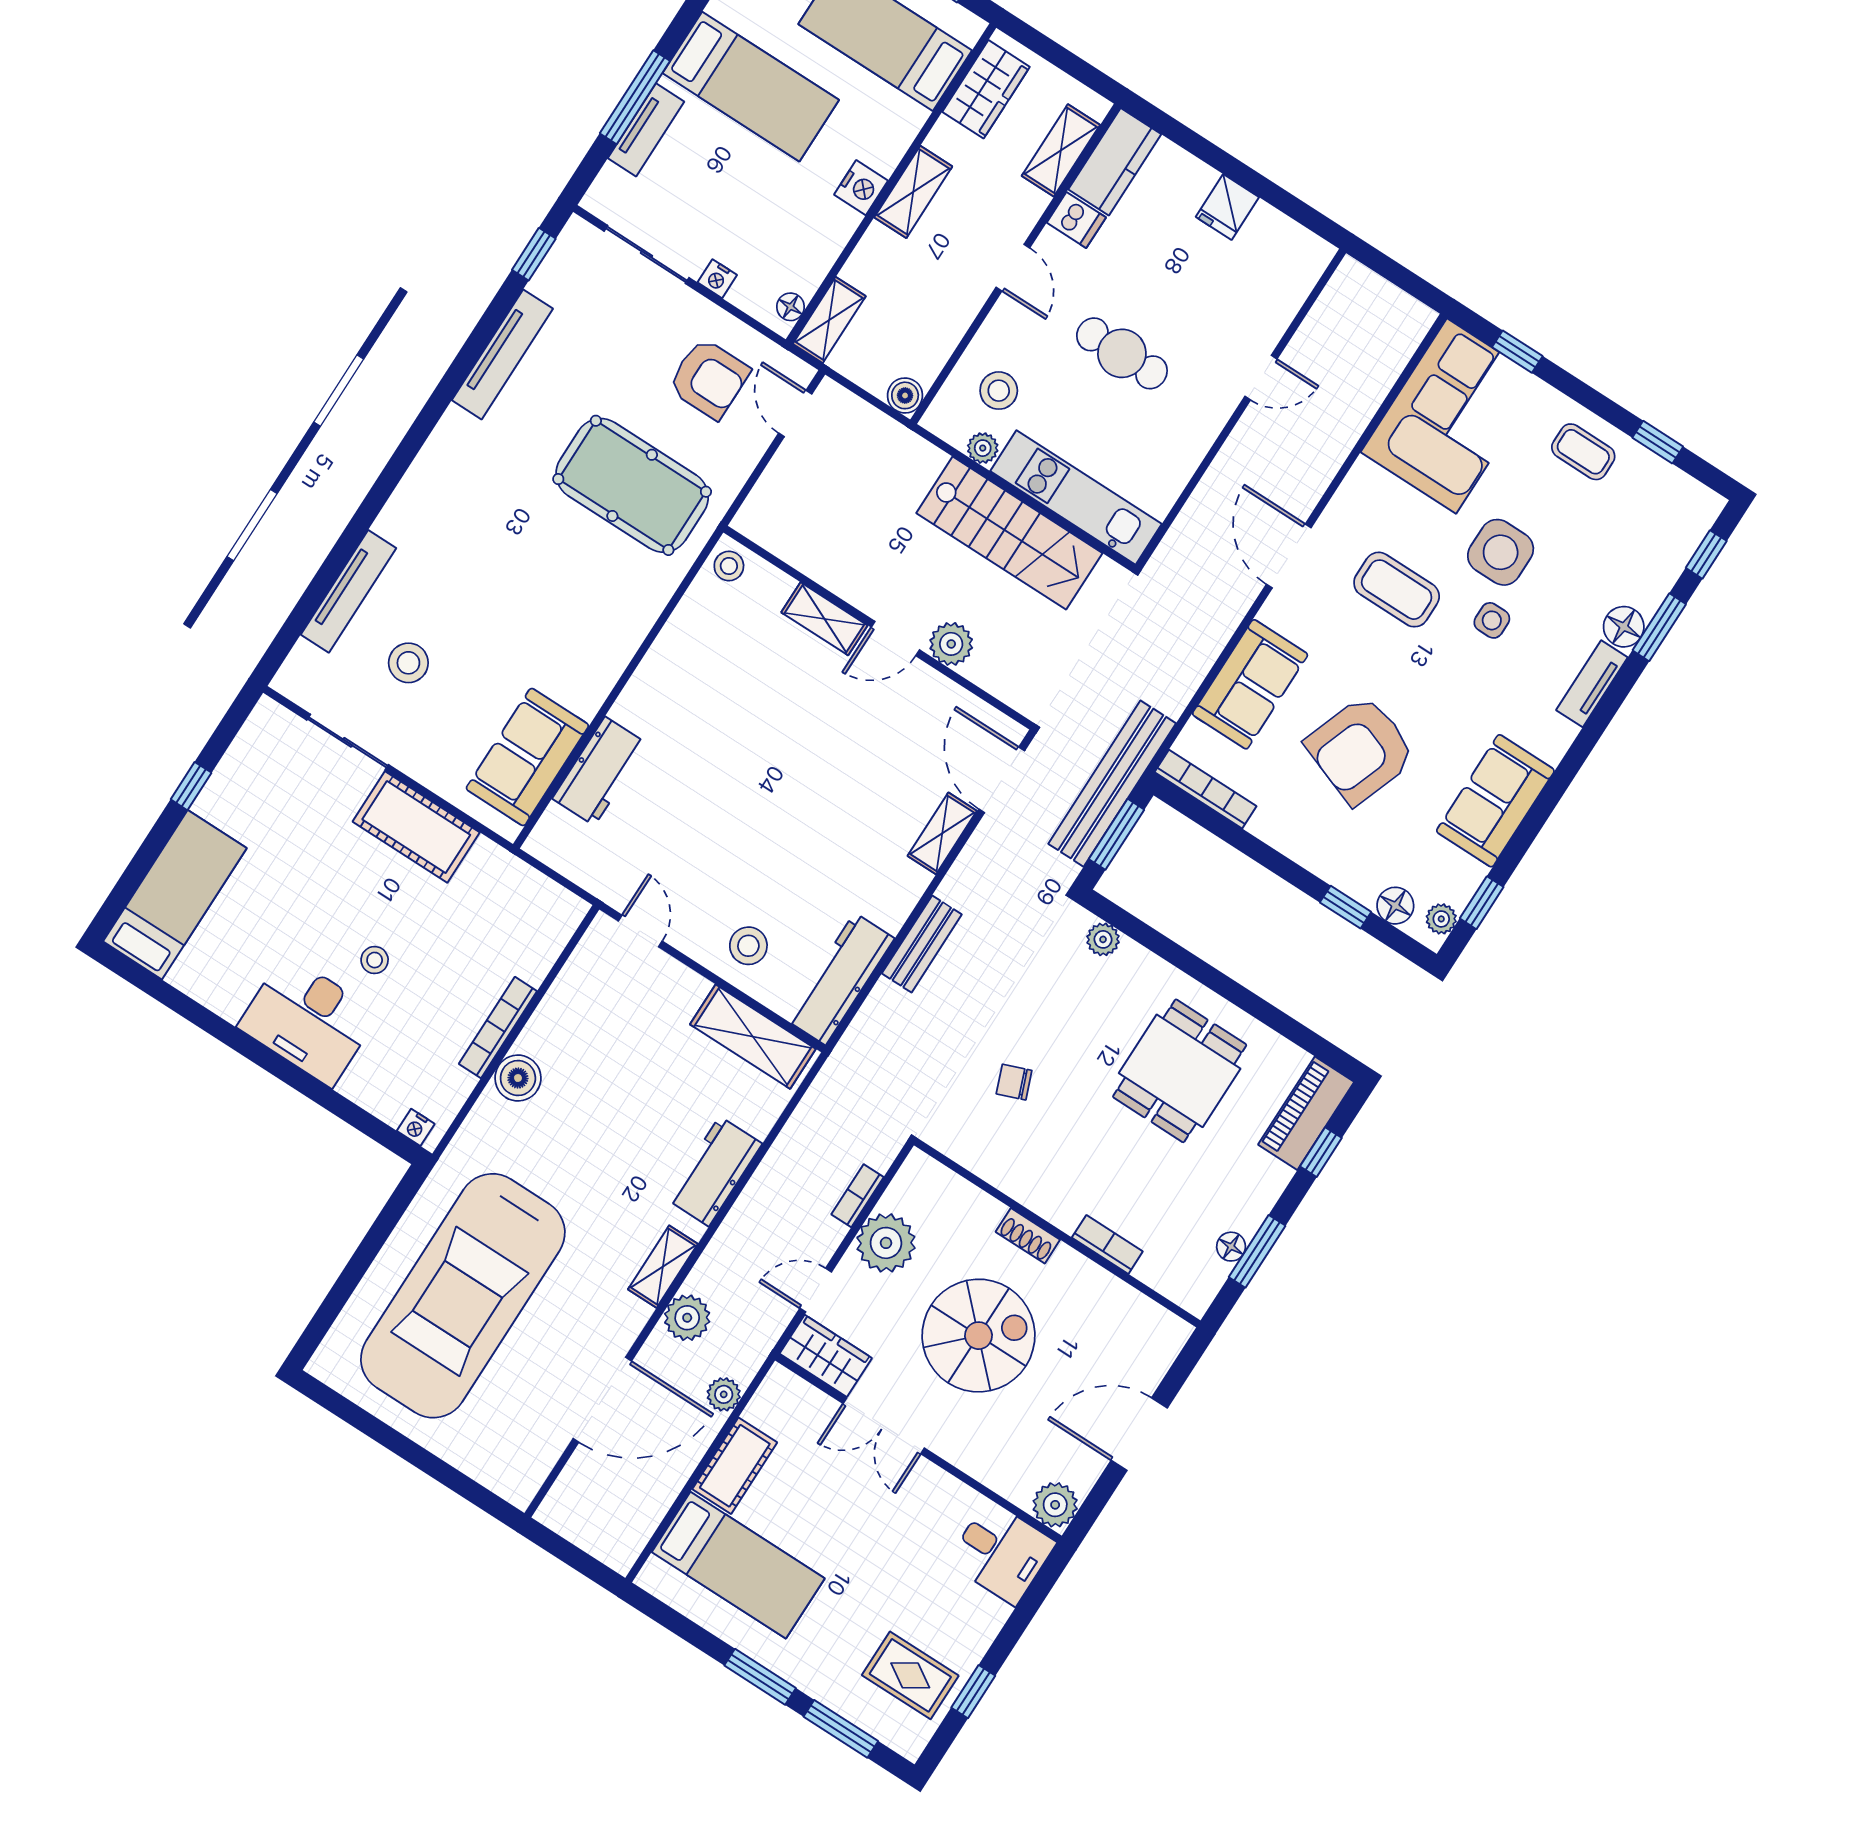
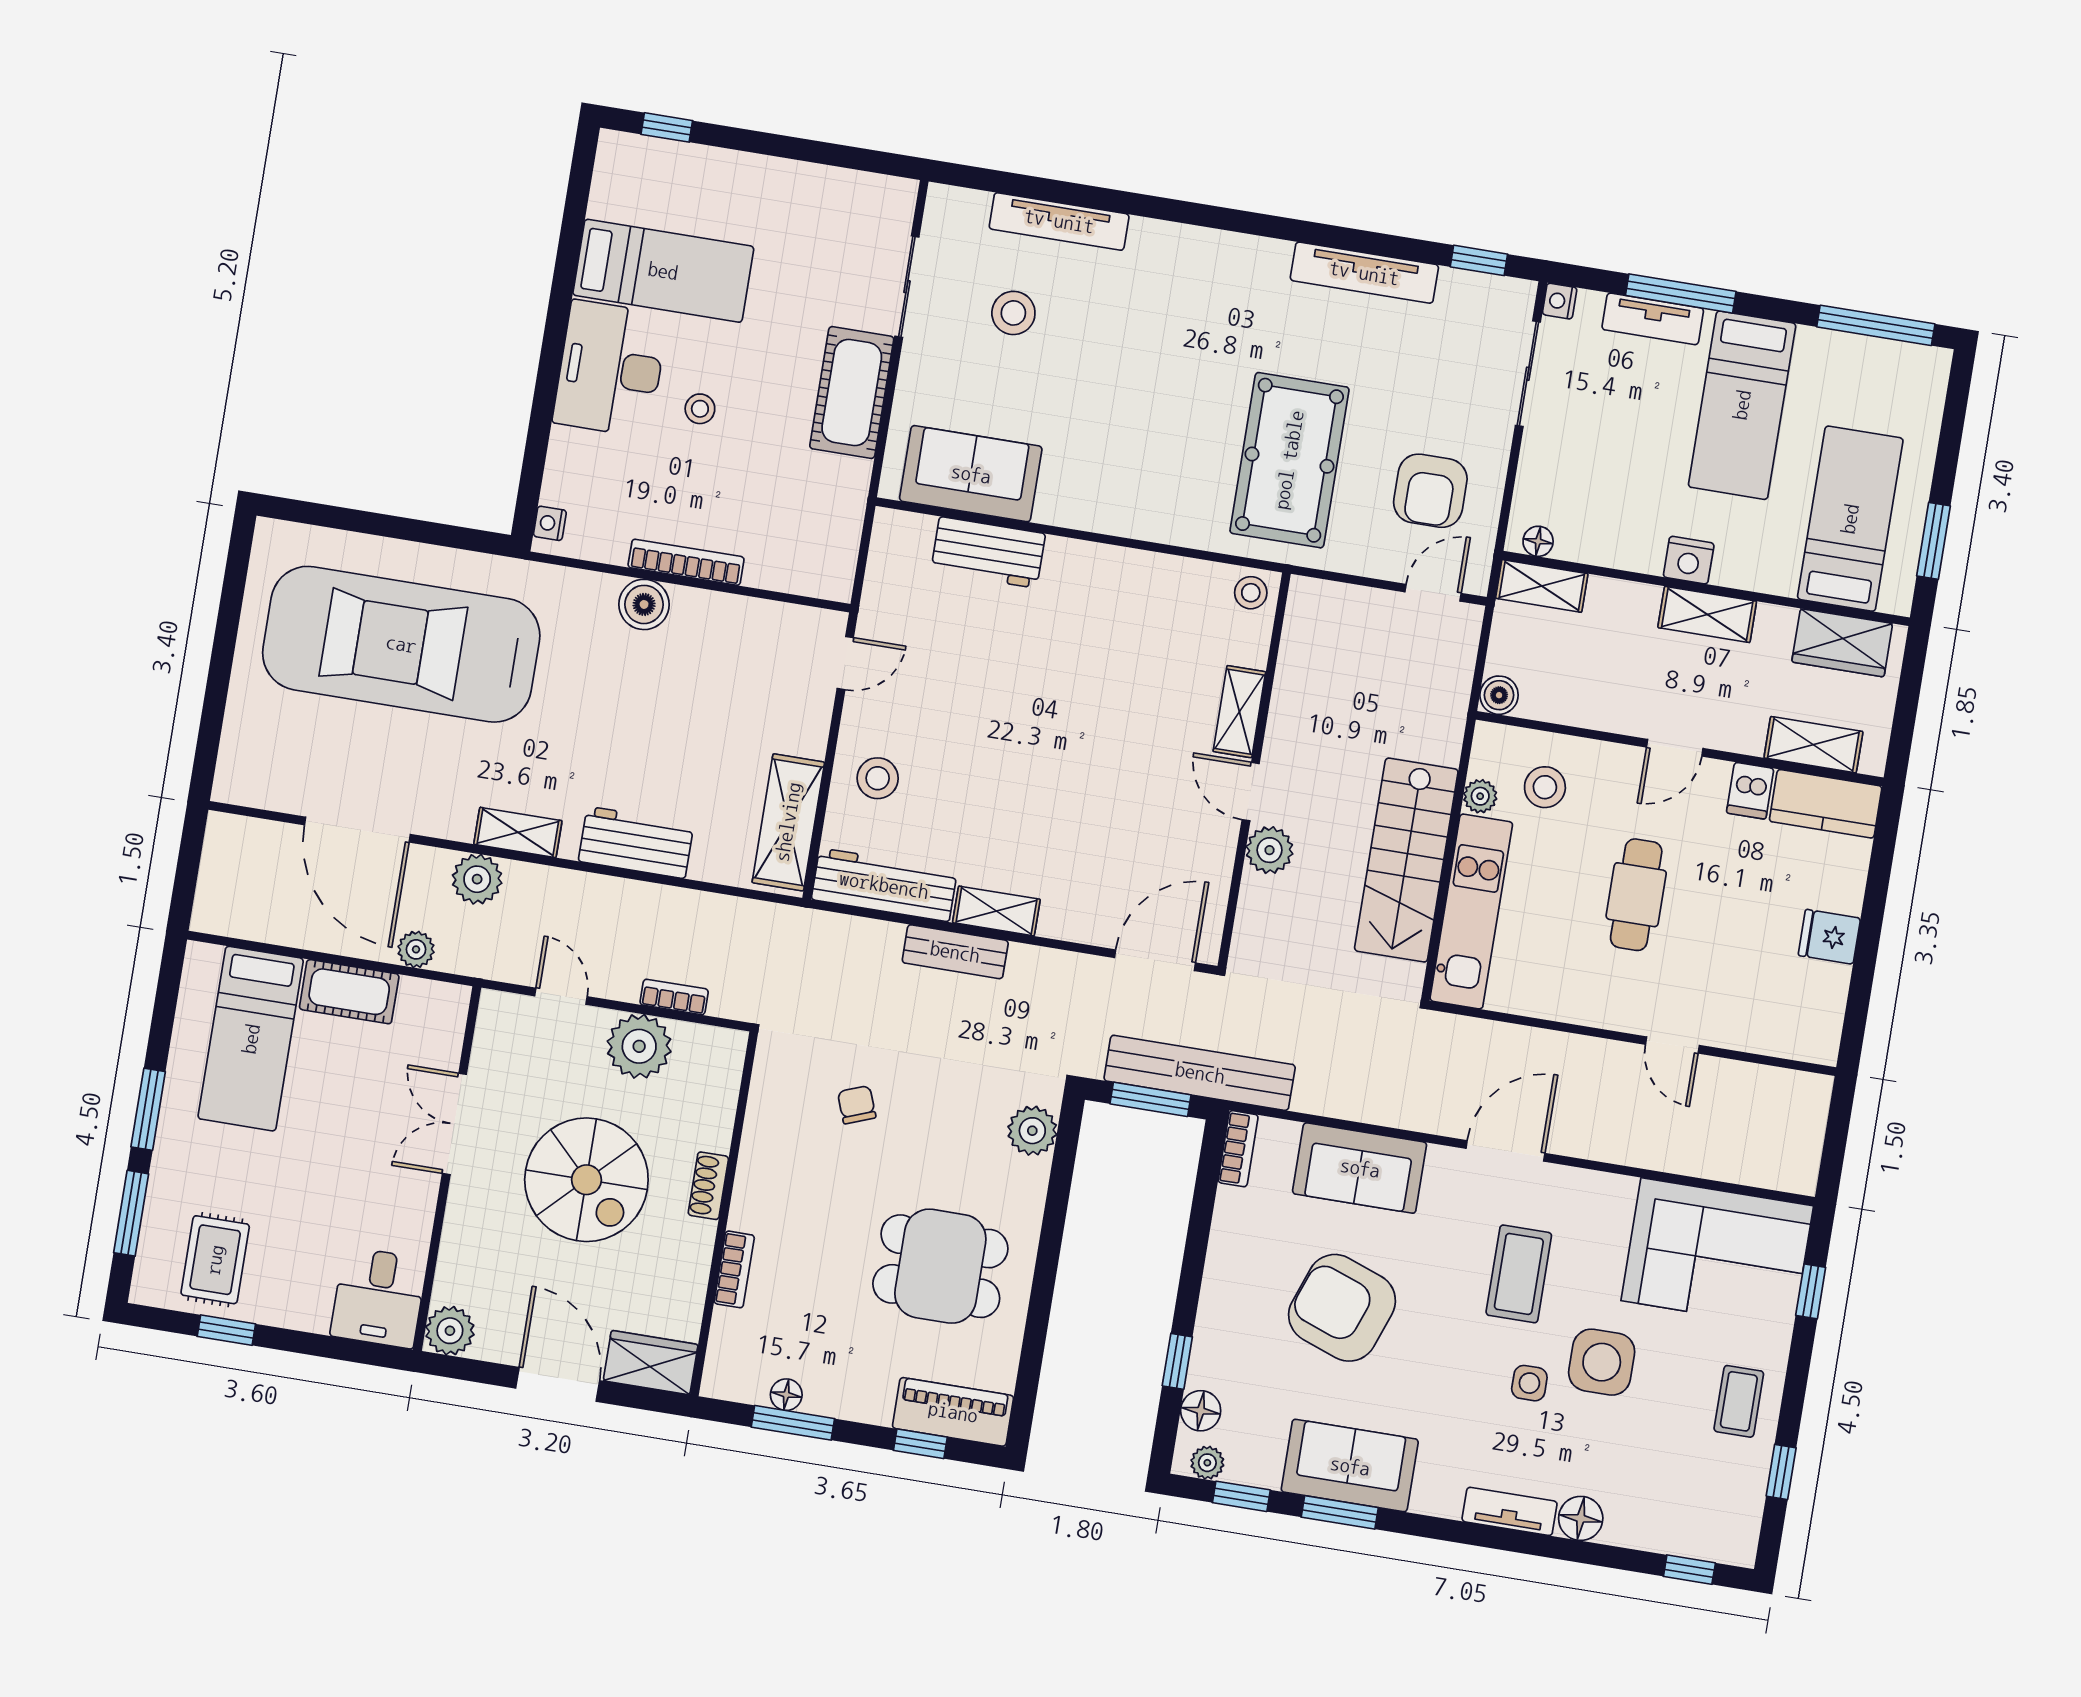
nightstand: (717, 279) -> (1560, 301), moved
window: (1659, 627) -> (1340, 1512), moved
window: (191, 786) -> (667, 127), moved
bookcase: (1205, 789) -> (1238, 1149), width x0.64
shelving: (942, 833) -> (996, 911), moved
bed: (175, 895) -> (663, 271), moved
plant: (1103, 939) -> (1032, 1131), width x1.38, depth x1.38
wardrobe: (826, 1356) -> (651, 1363), moved, turned -90

